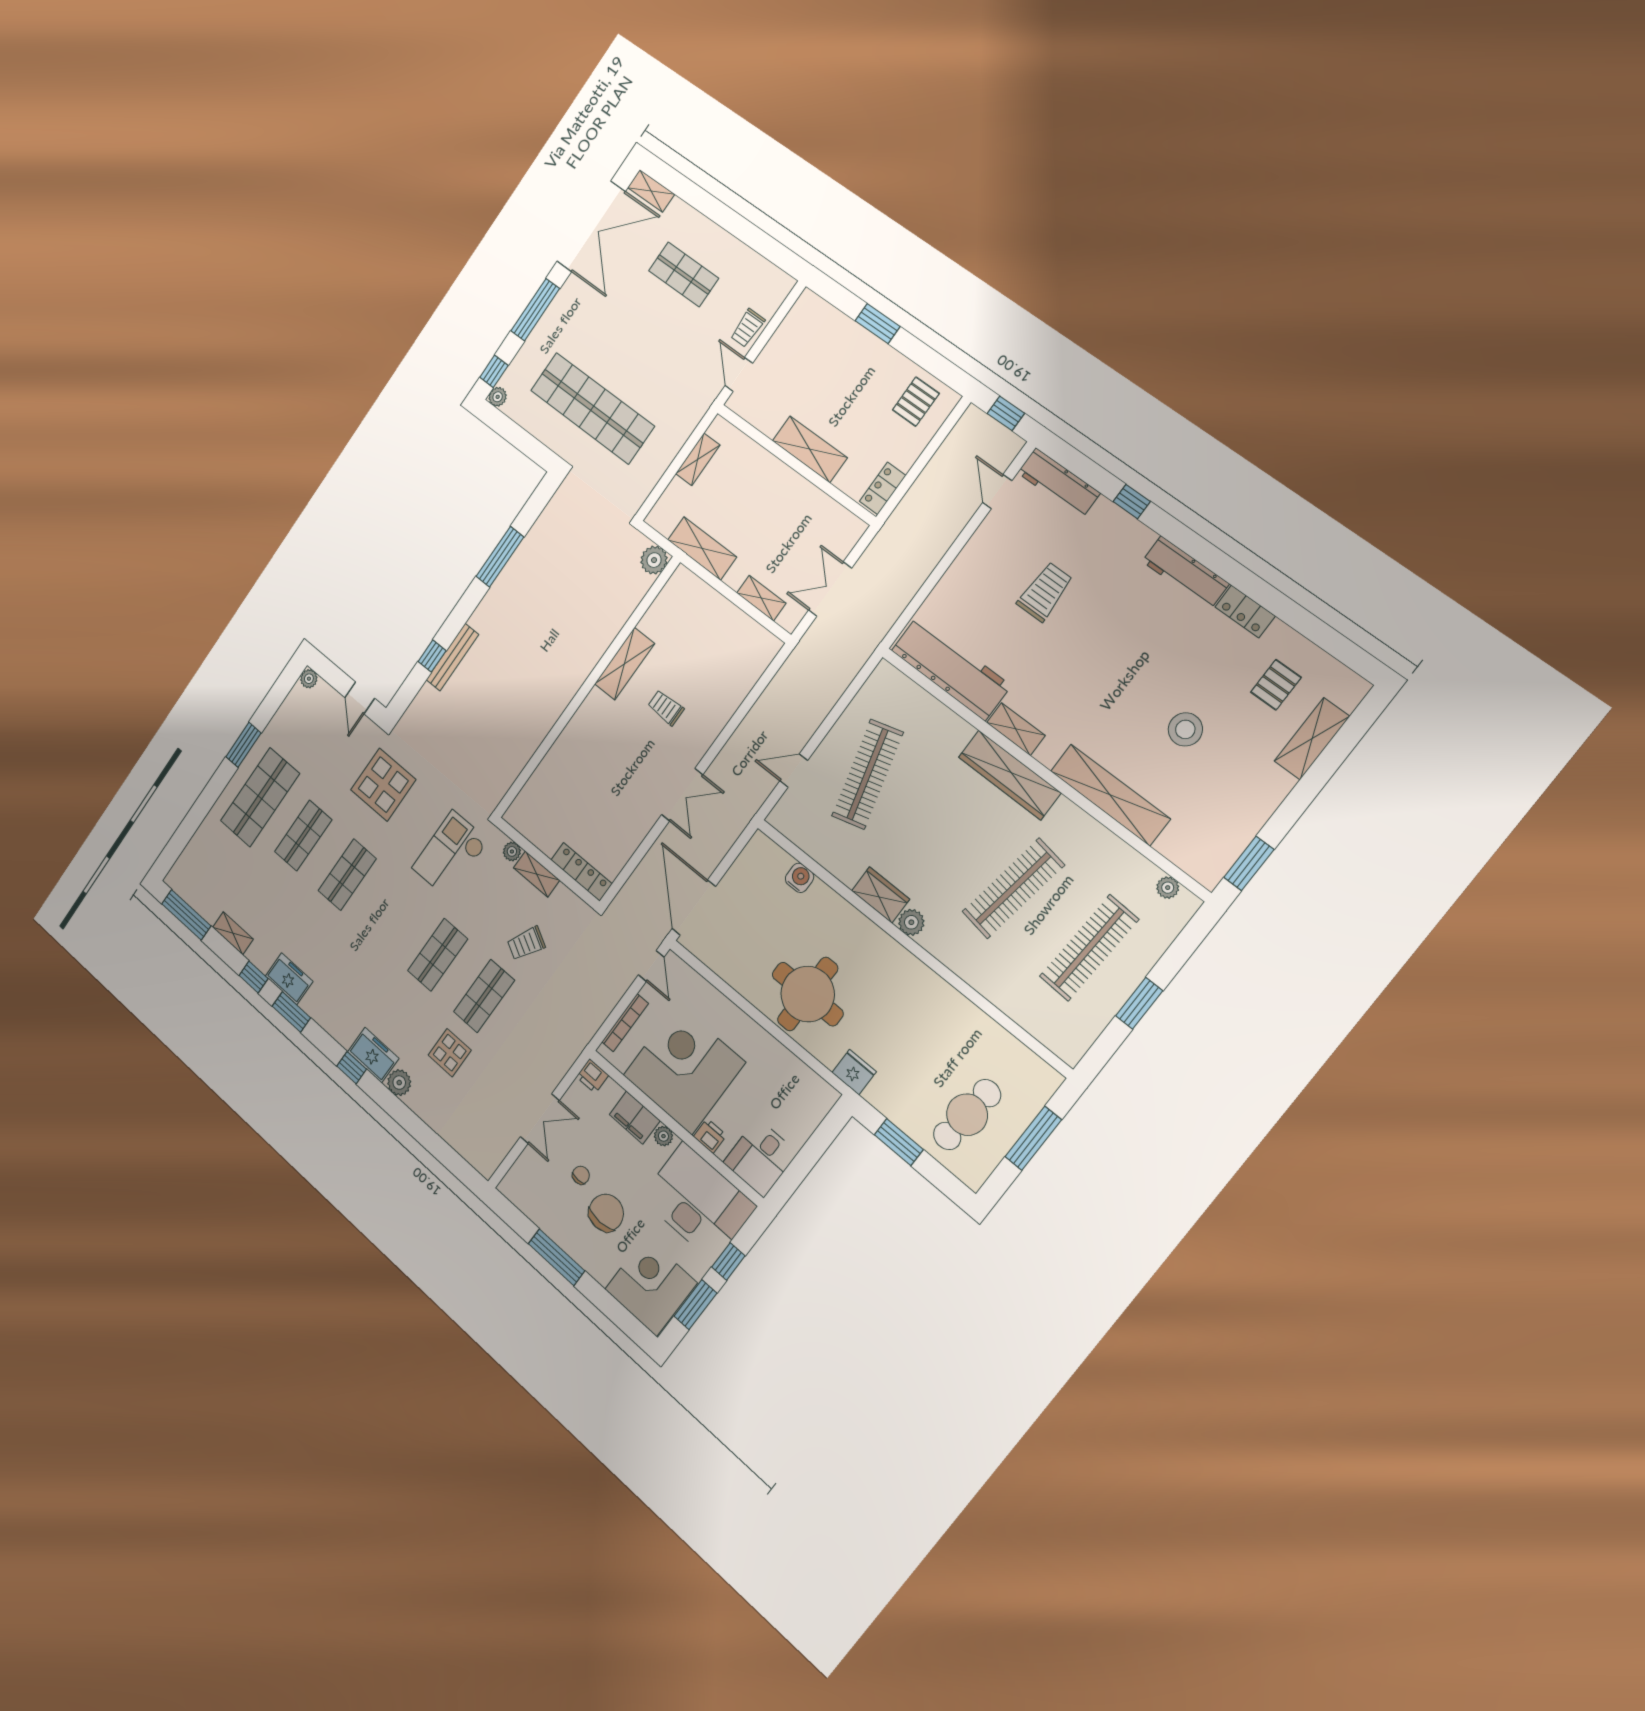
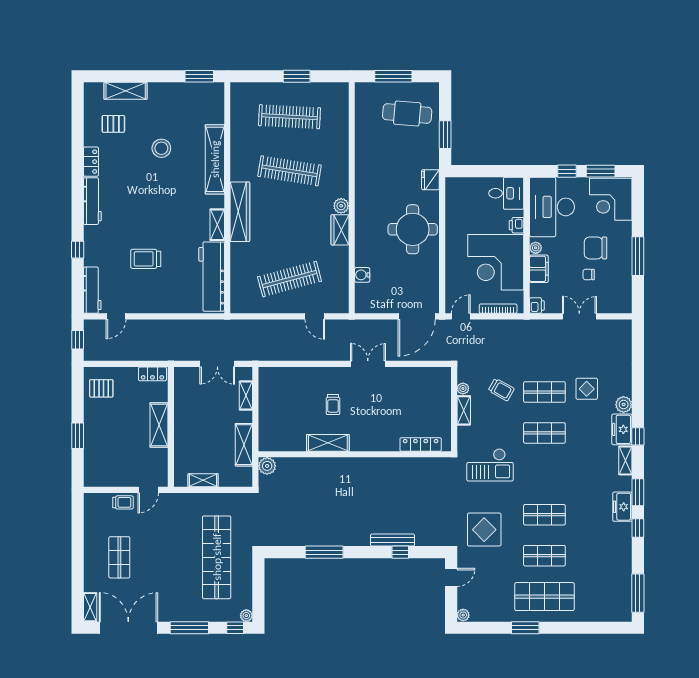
plant: (512, 851) -> (463, 388), moved
locker: (581, 872) -> (421, 444), moved, turned 90
plant: (1168, 888) -> (236, 103), removed
shelving: (233, 933) -> (625, 460), moved

